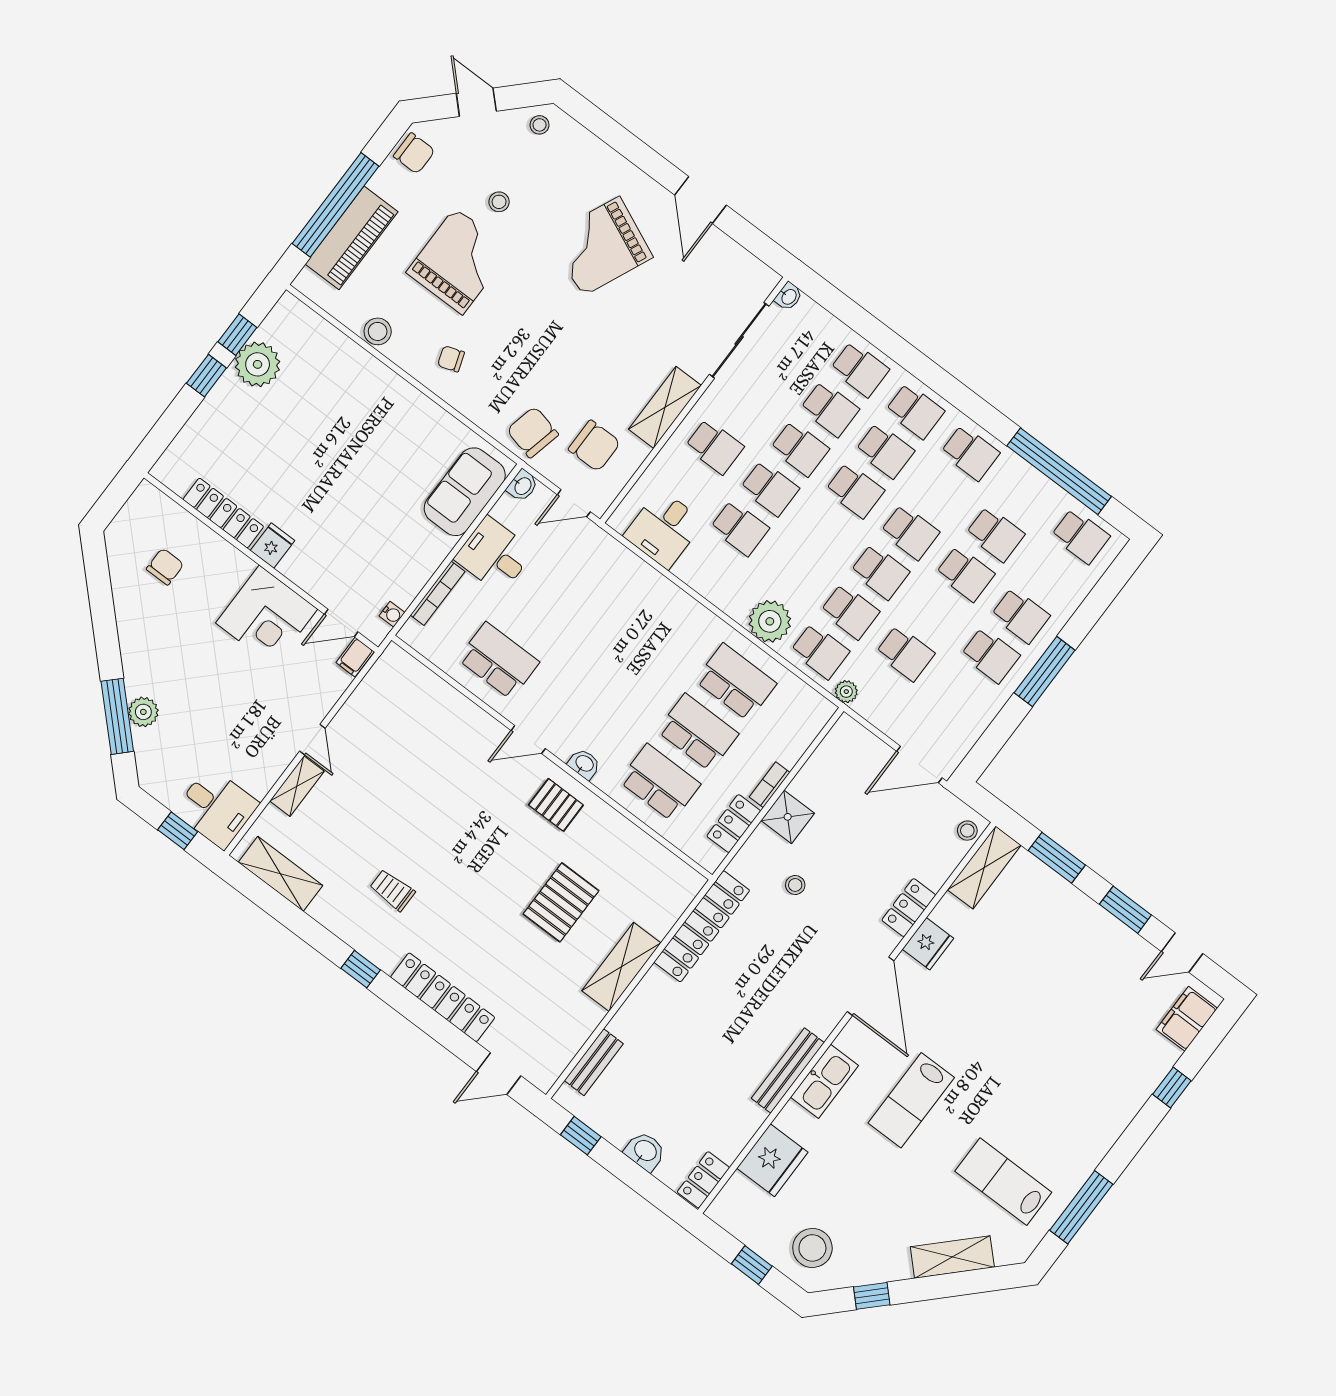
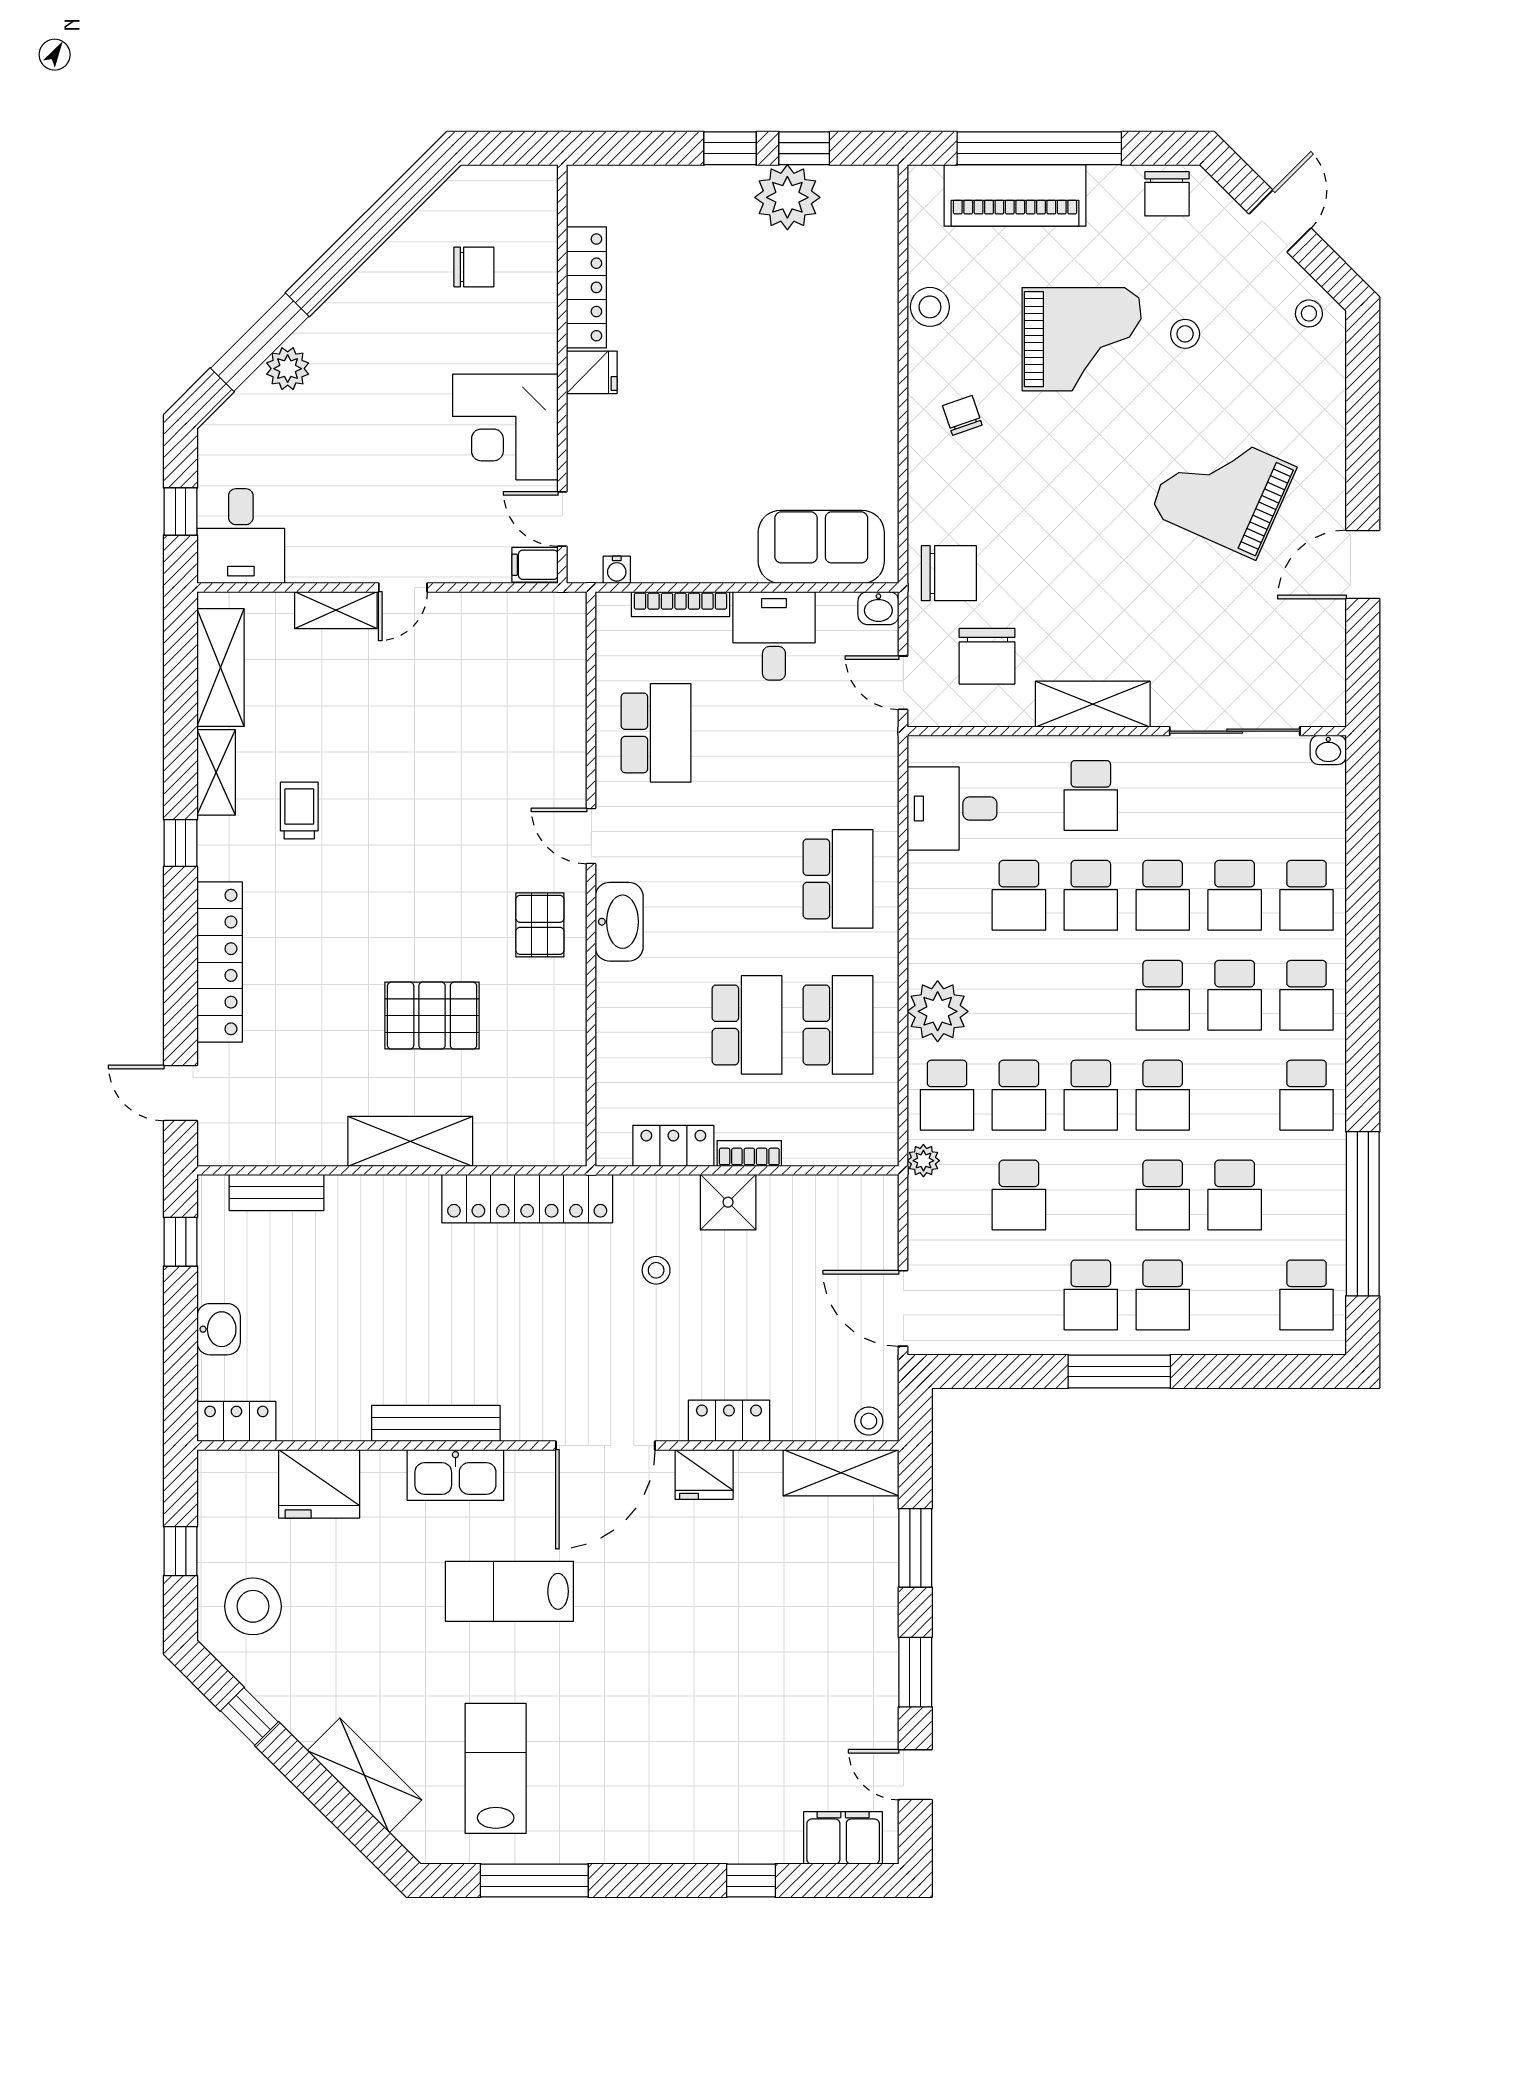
chair: (533, 432) -> (949, 573), turned 77
washbasin: (584, 764) -> (619, 922), width x1.91, depth x1.45
school desk: (660, 783) -> (838, 879), moved
shelving: (337, 920) -> (216, 772), added

